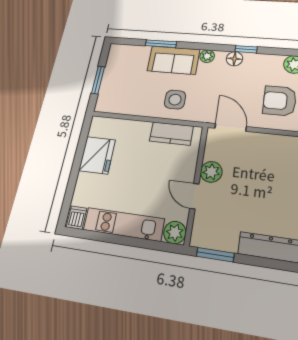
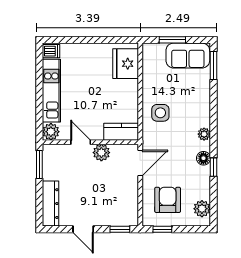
window: (161, 44) -> (213, 66), moved
sofa: (173, 60) -> (188, 56), moved, turned -90
kitchen counter: (171, 133) -> (121, 132), moved, turned 90
fridge: (97, 155) -> (126, 64), moved, turned 90
door: (194, 196) -> (81, 142), hinge flipped

